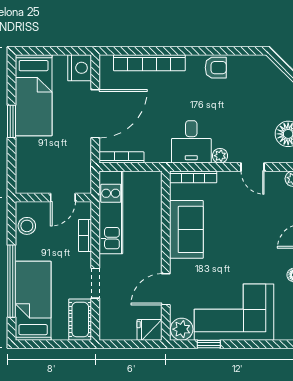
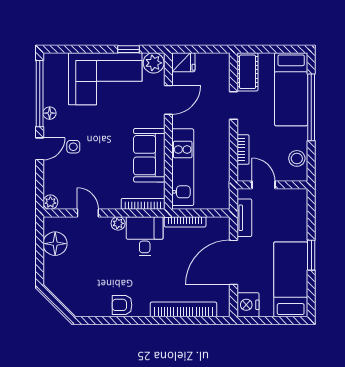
bookcase: (121, 157) -> (185, 222), moved
tv unit: (84, 162) -> (244, 218), added
door: (63, 197) -> (264, 185), hinge flipped
kitchen unit: (111, 212) -> (183, 167), moved, turned 180
side table: (268, 239) -> (73, 147), added

